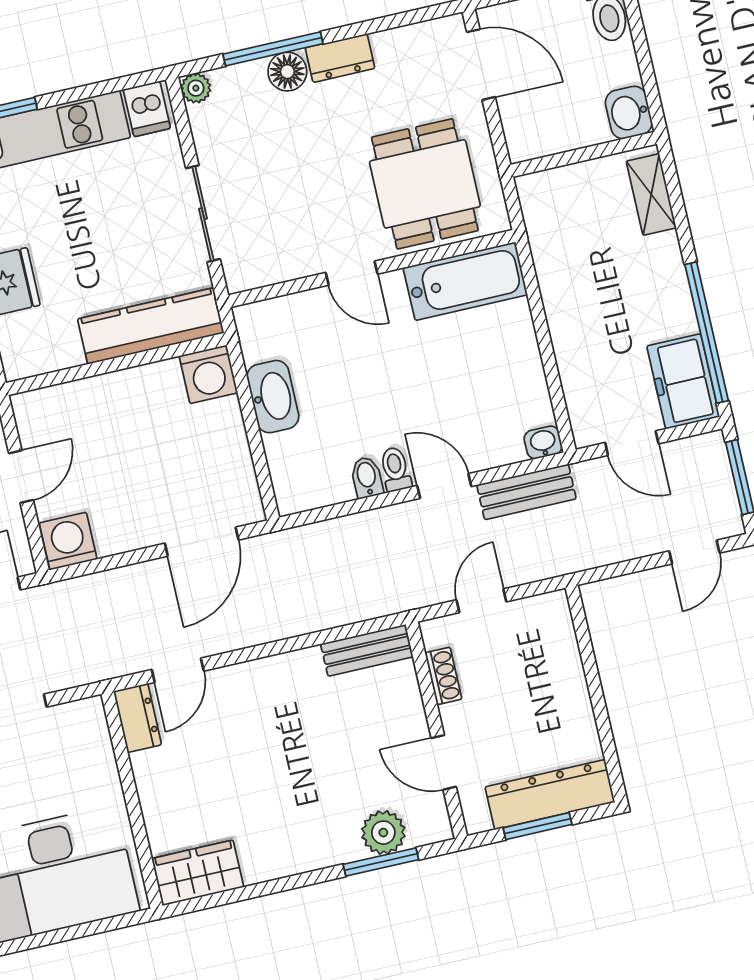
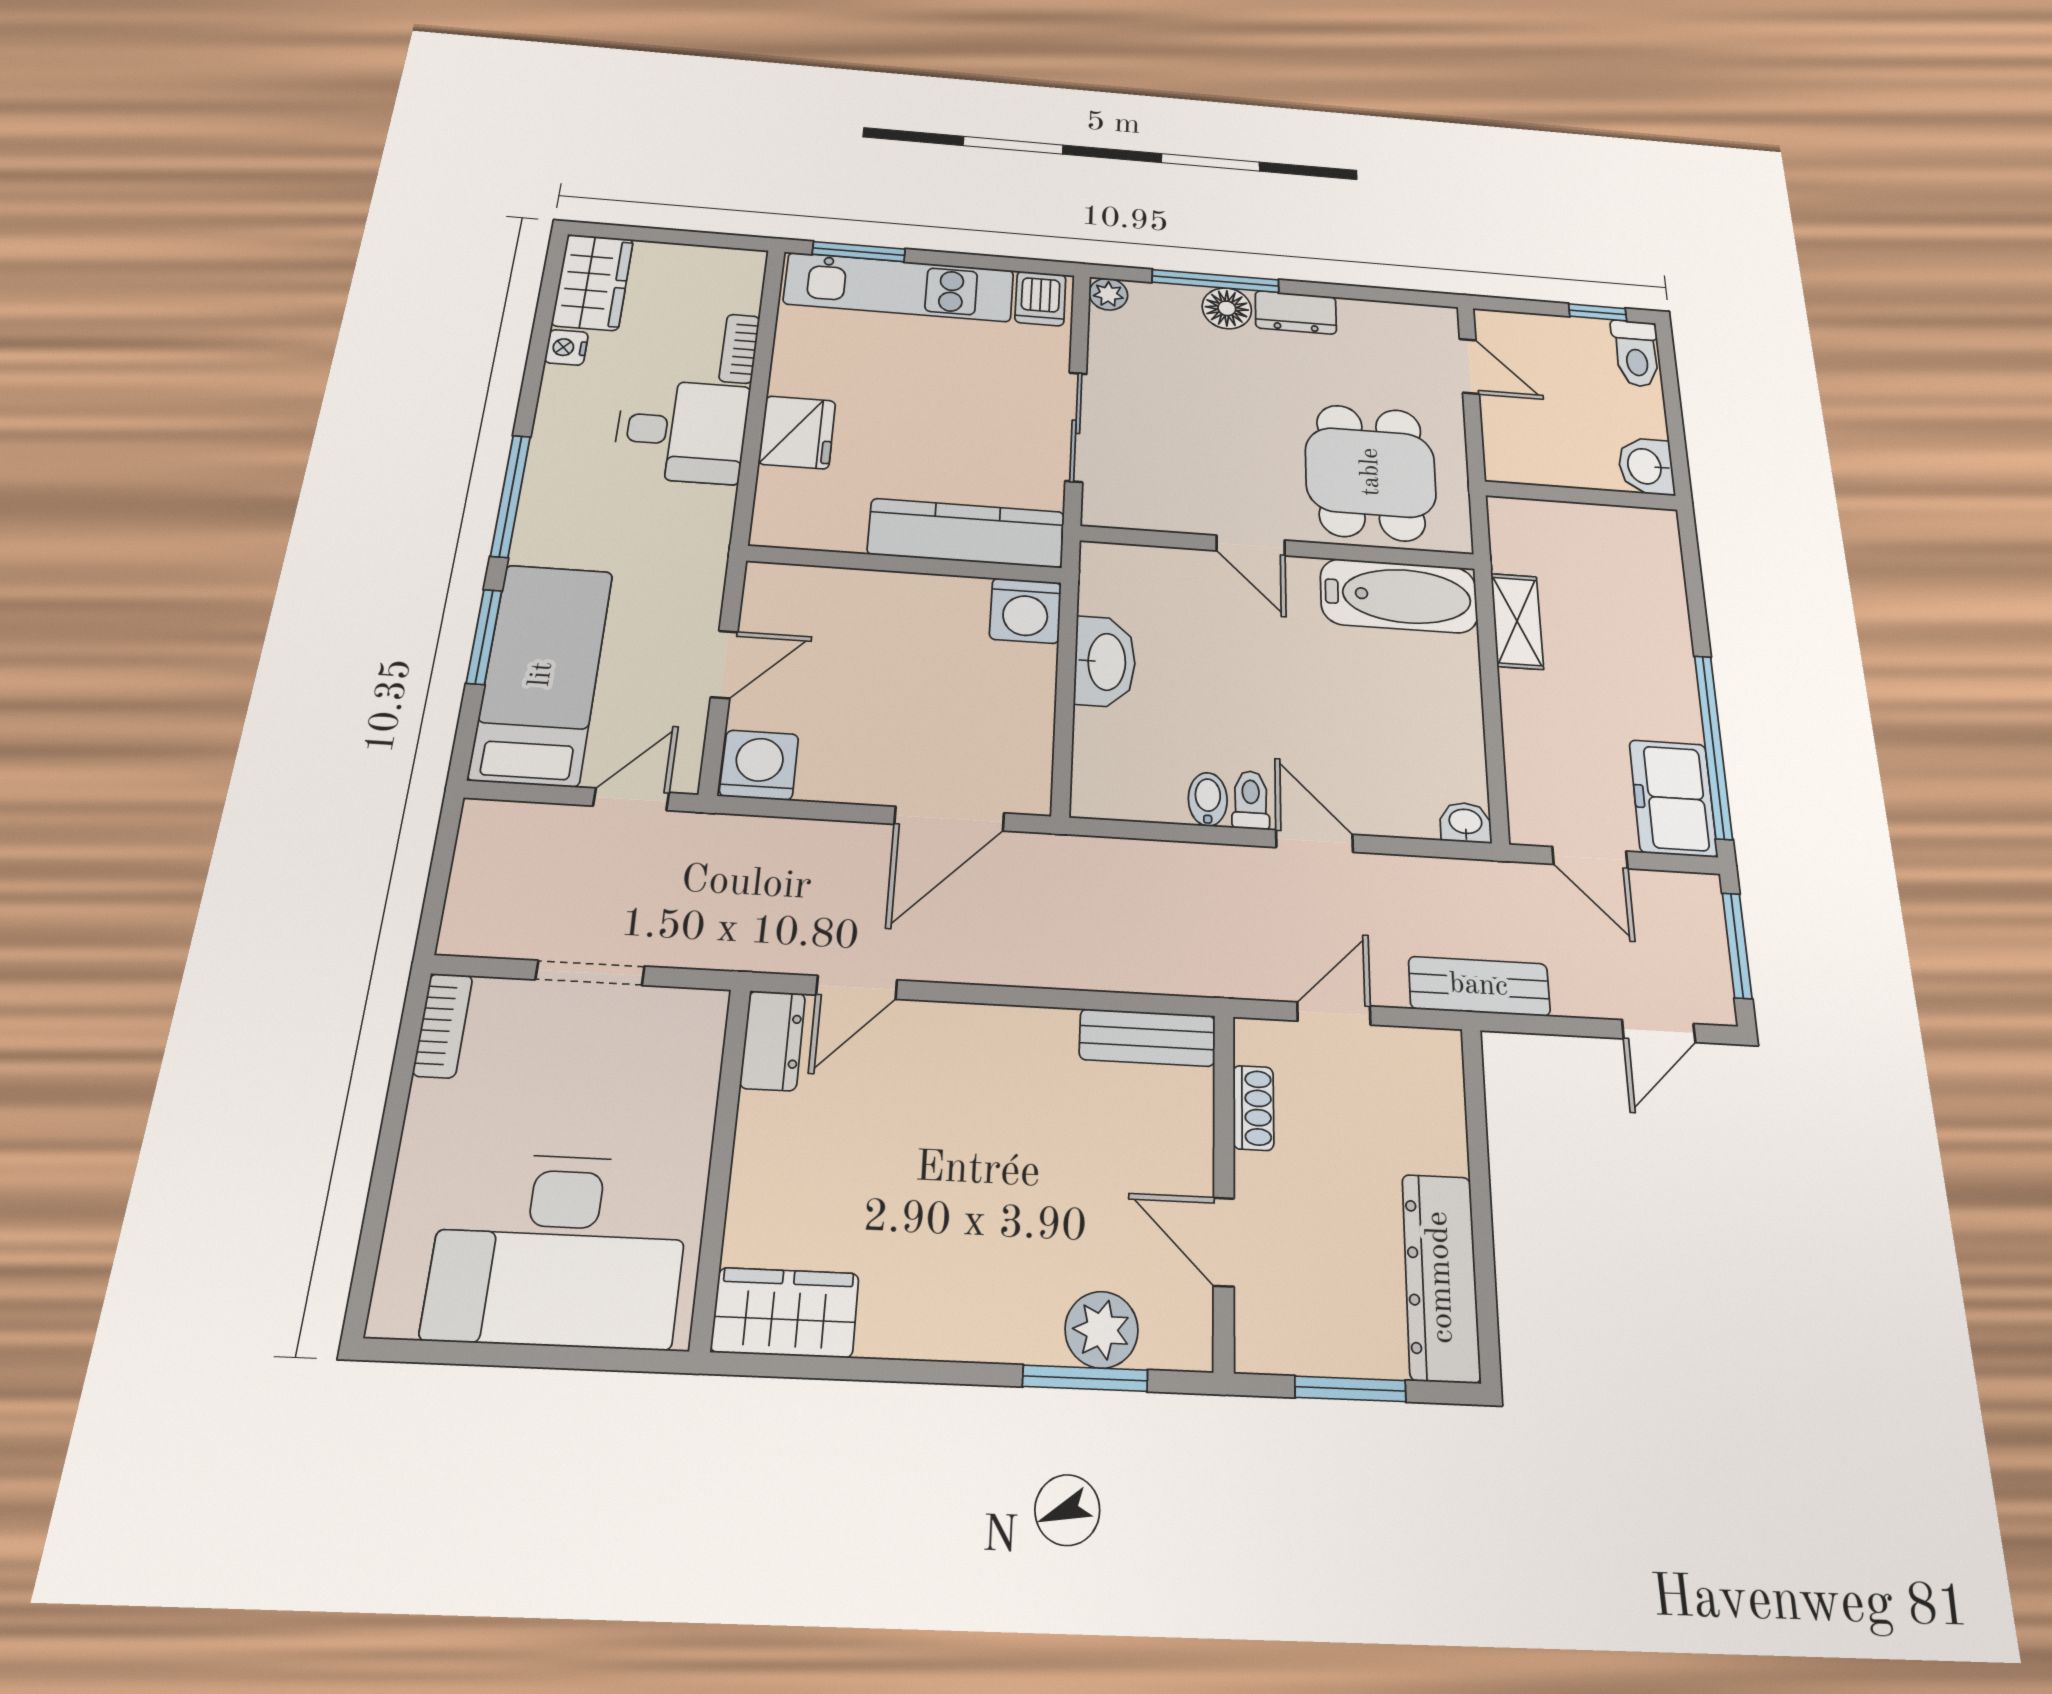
door: (481, 65) -> (1469, 366), width x0.73
shelving: (651, 194) -> (1517, 621), moved
bench: (526, 492) -> (1479, 986), moved
dresser: (550, 795) -> (1441, 1277), moved, turned -90

